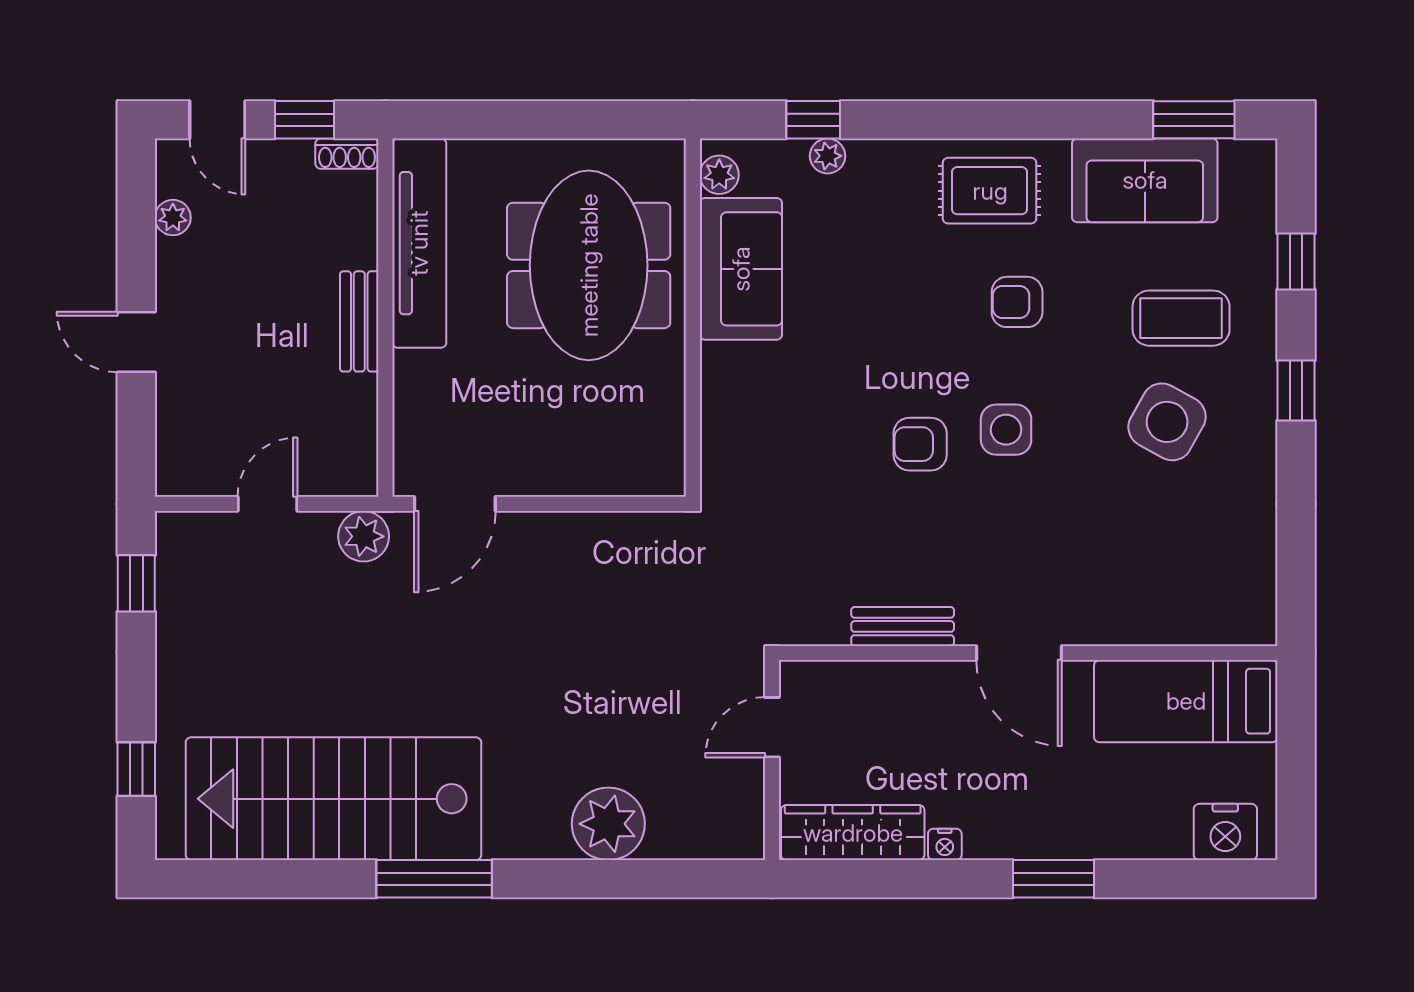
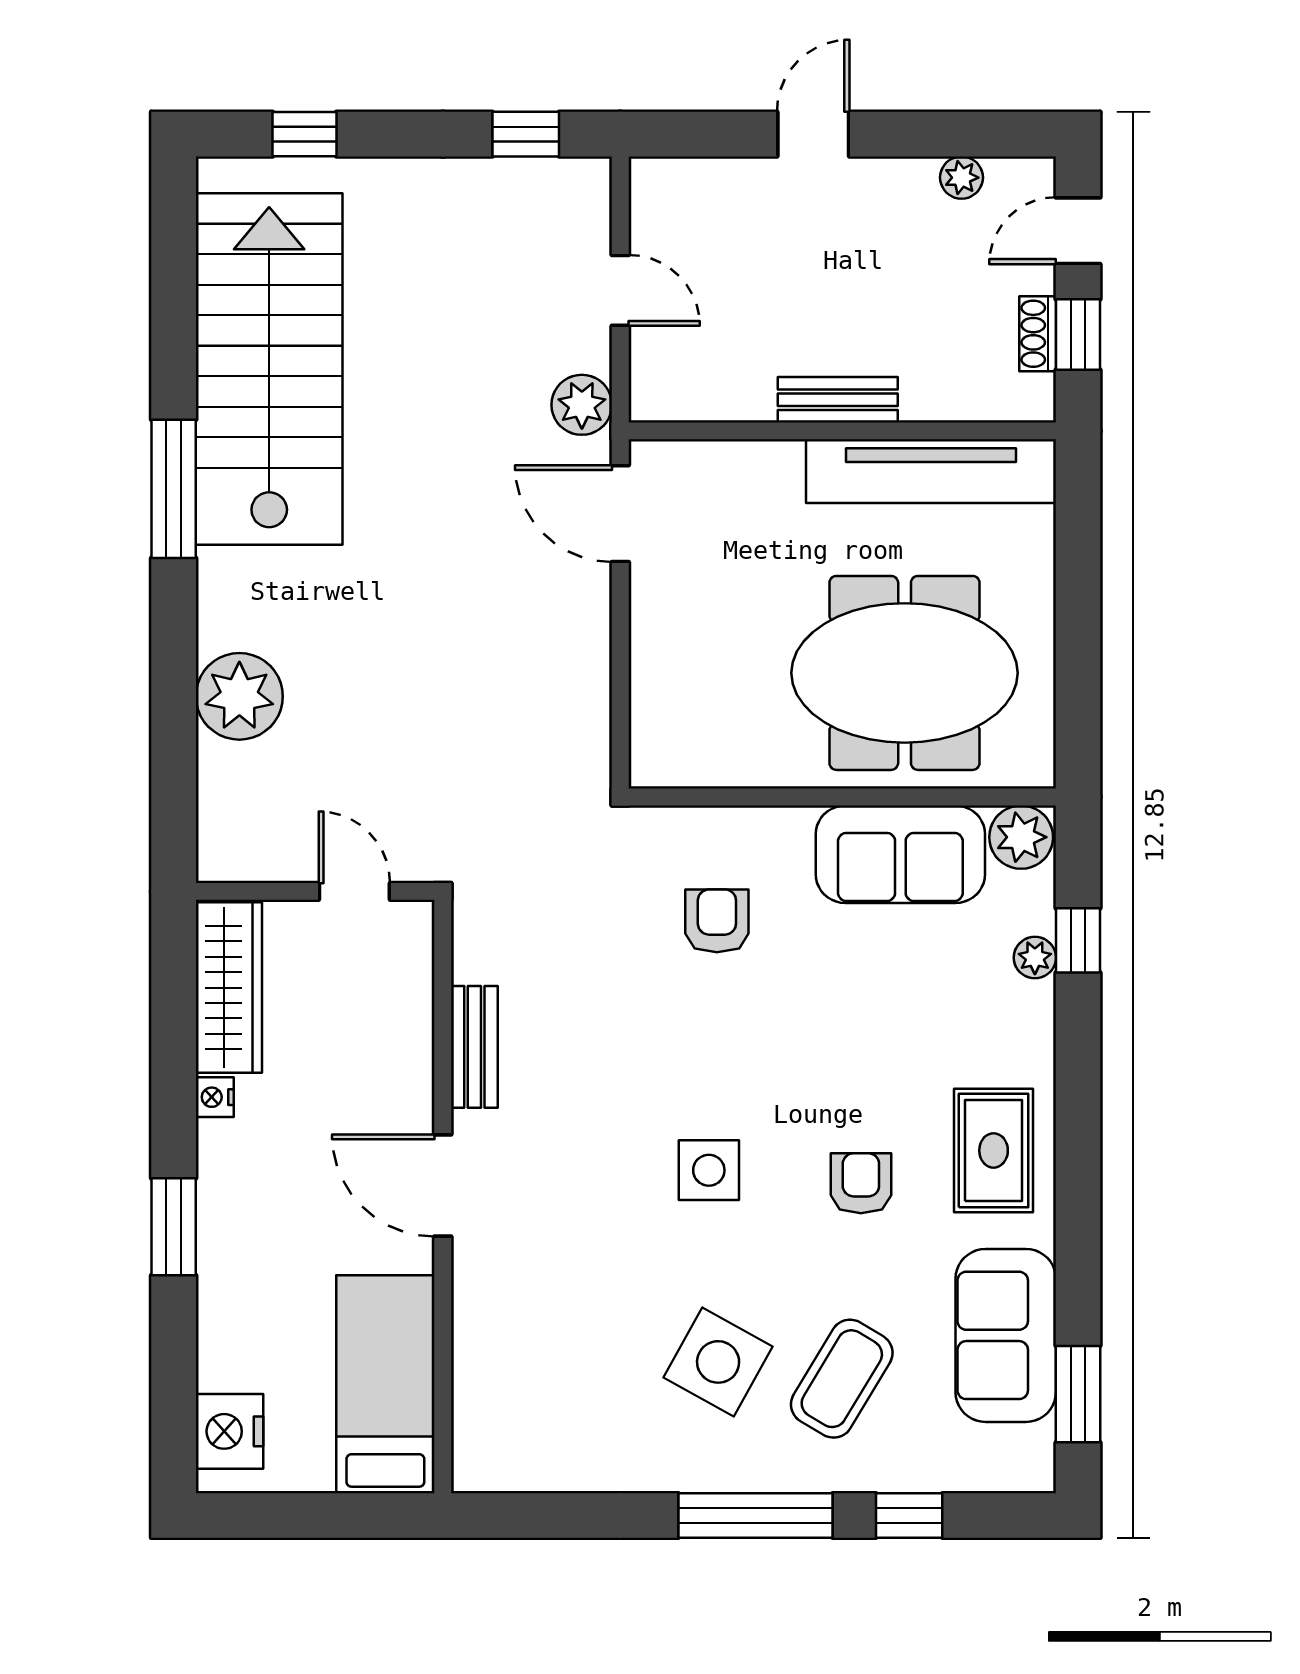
shoe rack: (347, 154) -> (1038, 334), moved
plant: (719, 175) -> (1021, 837), width x1.38, depth x1.38
coffee table: (1181, 318) -> (842, 1379), turned 31
window: (1296, 390) -> (756, 1516), width x2.17
armchair: (920, 444) -> (717, 921), moved
door: (1019, 653) -> (443, 1186), hinge flipped

